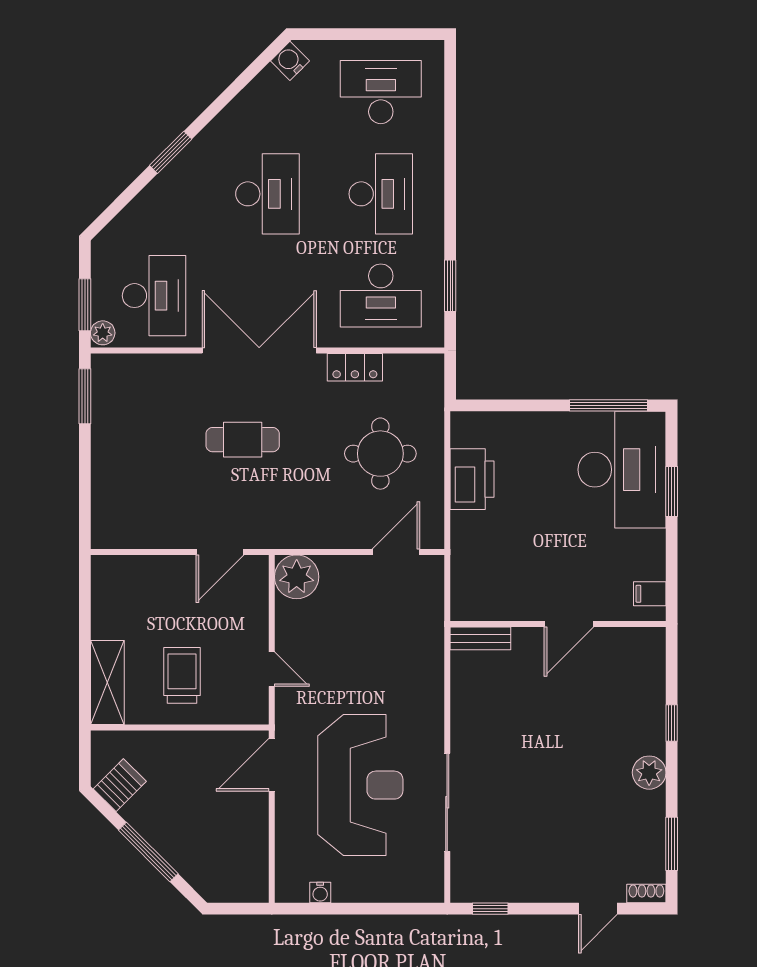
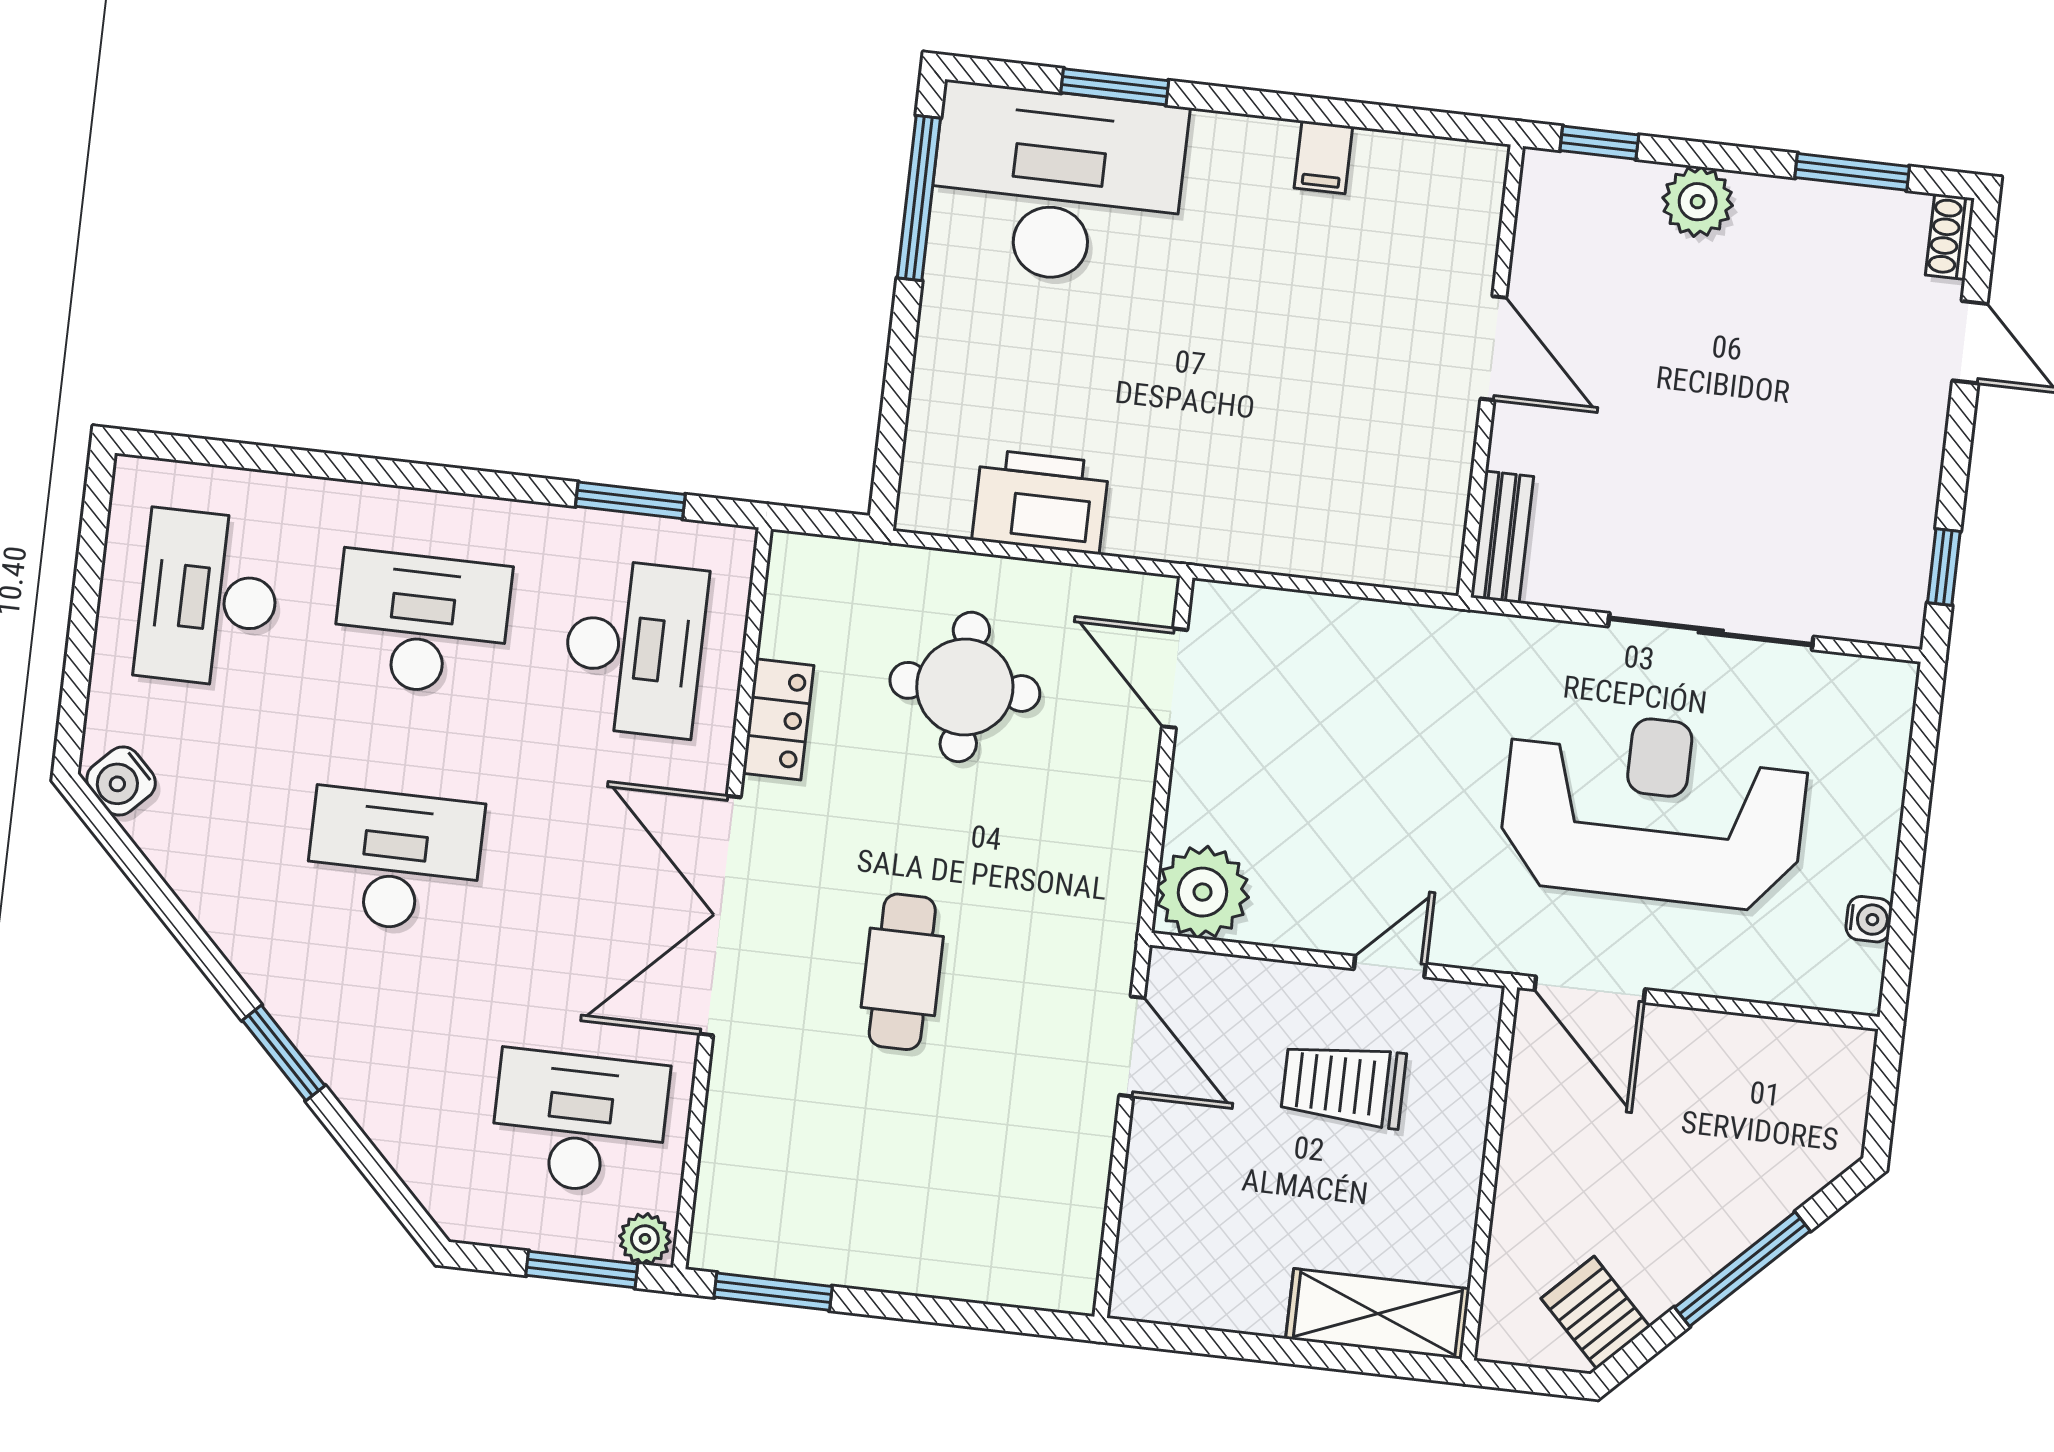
wall: (558, 624) -> (1491, 371), moved
door: (569, 624) -> (1493, 348), moved
bench: (480, 638) -> (1502, 537), moved
trolley: (182, 675) -> (1344, 1085), moved

